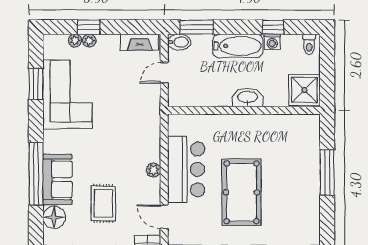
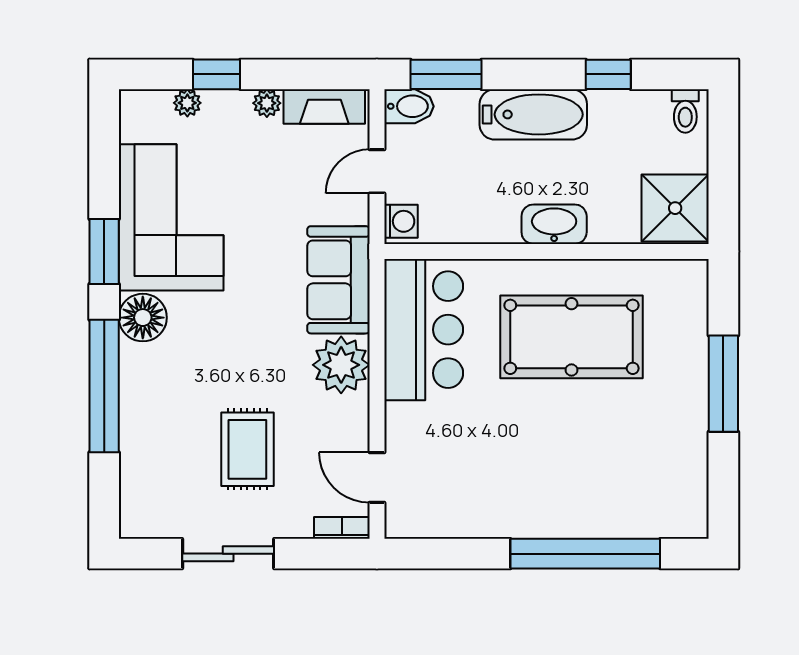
plant: (89, 41) -> (267, 103), moved
washing machine: (272, 42) -> (401, 221), moved, turned -90
window: (36, 84) -> (104, 252), moved
bar counter: (186, 169) -> (424, 330), moved
plant: (154, 170) -> (341, 365), width x1.88, depth x1.88
sofa: (57, 179) -> (338, 280), moved, turned 180
pool table: (242, 192) -> (571, 337), moved, turned 90
floor lamp: (54, 217) -> (143, 318), moved

